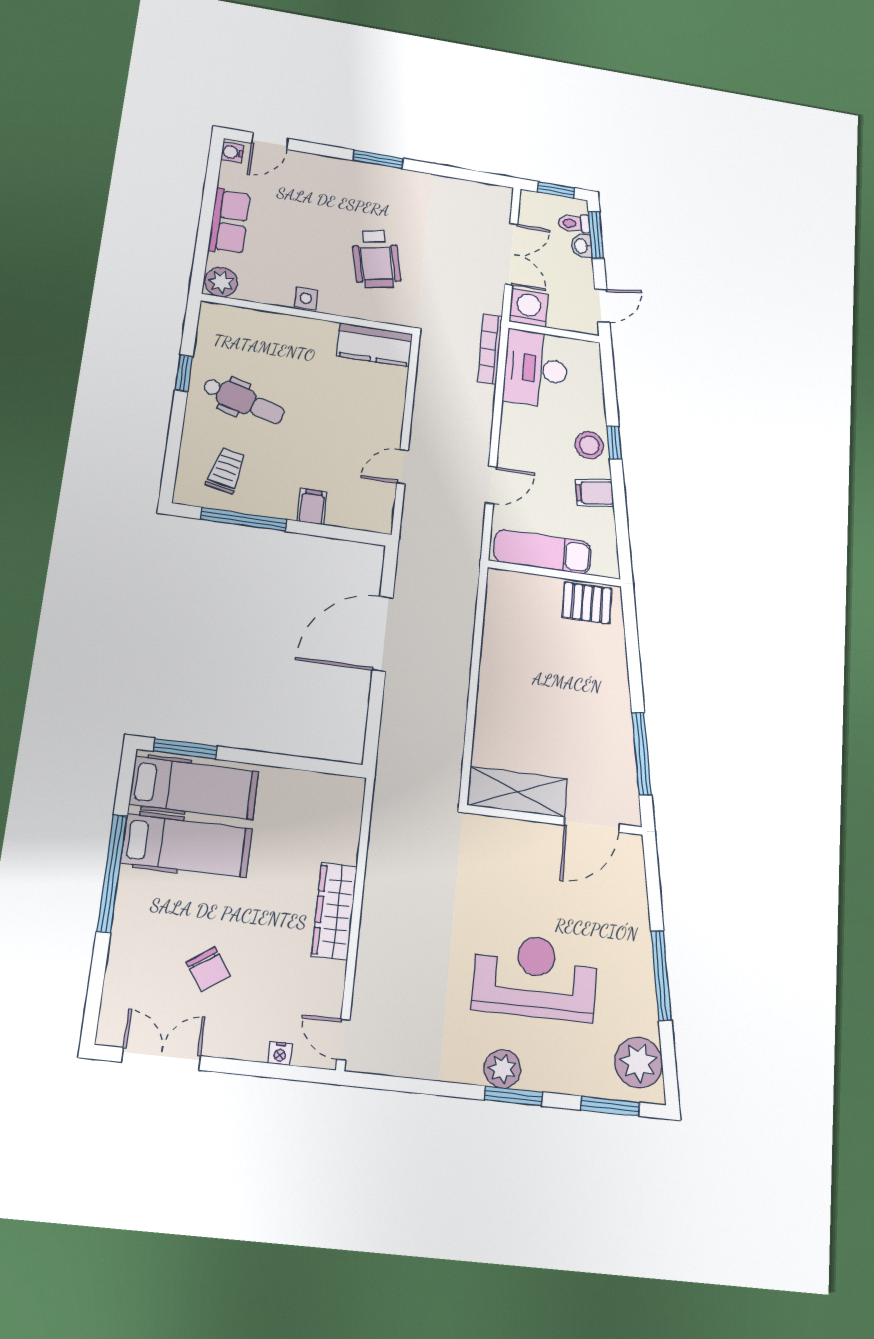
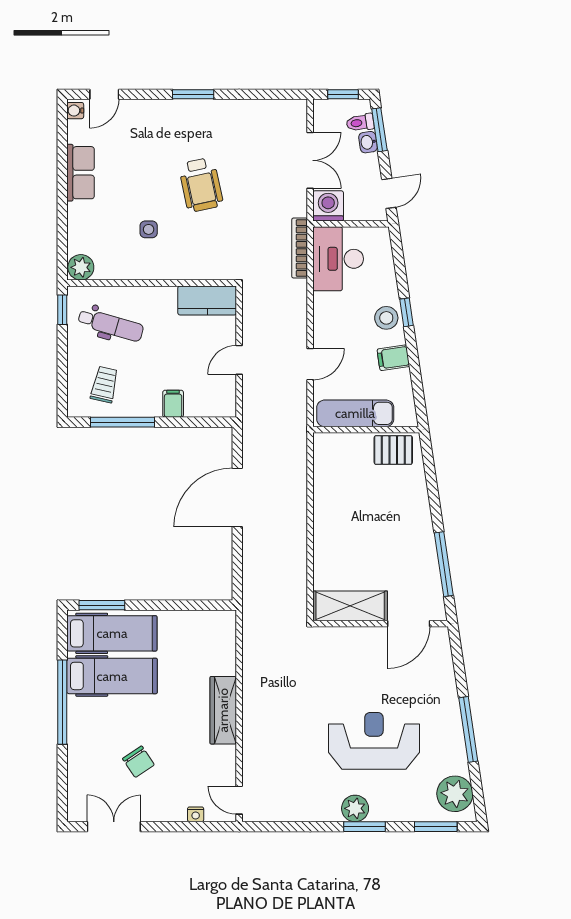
plant: (221, 282) -> (81, 267), moved
wall: (308, 314) -> (152, 283), moved
kitchen counter: (375, 345) -> (207, 300), moved

